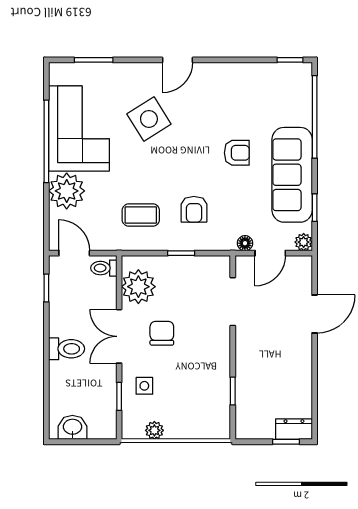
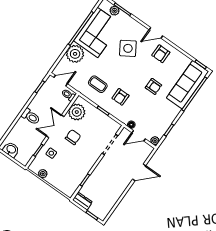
plant: (82, 72) -> (114, 11), added
armchair: (210, 89) -> (161, 54), added
sofa: (292, 175) -> (188, 85), moved
door: (74, 253) -> (61, 81), hinge flipped
dresser: (294, 429) -> (82, 201), moved

